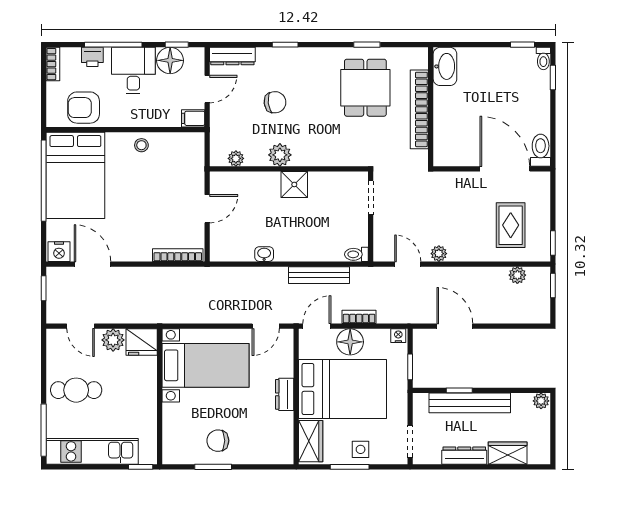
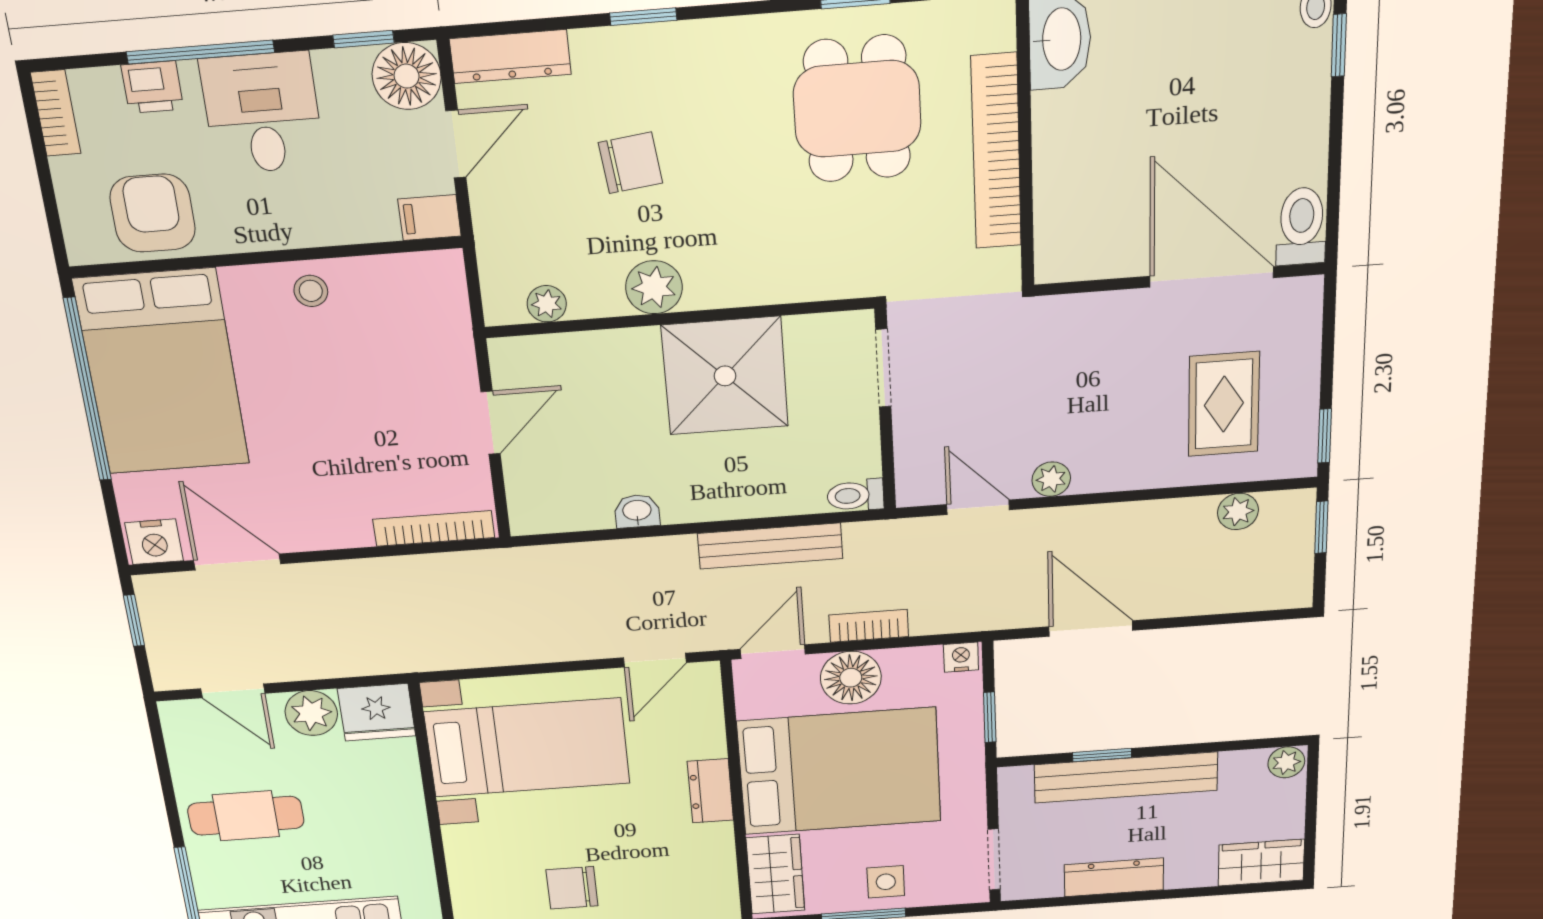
floor lamp: (170, 60) -> (407, 76), moved
armchair: (84, 108) -> (153, 213), turned 90
shower: (294, 184) -> (725, 376), width x1.86, depth x1.86
wardrobe: (508, 453) -> (1261, 863), moved

